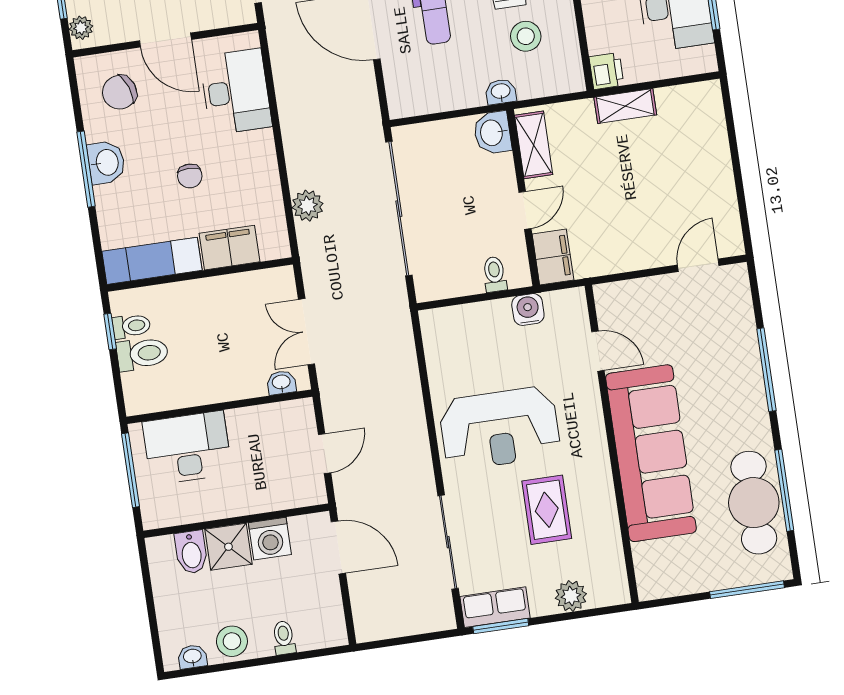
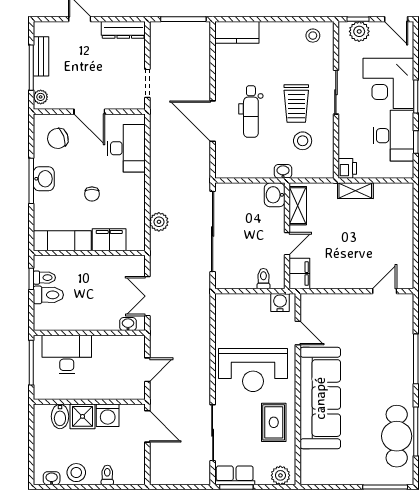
door: (598, 351) -> (298, 333), moved
wall: (612, 444) -> (298, 389), moved
sofa: (651, 453) -> (320, 398), moved

